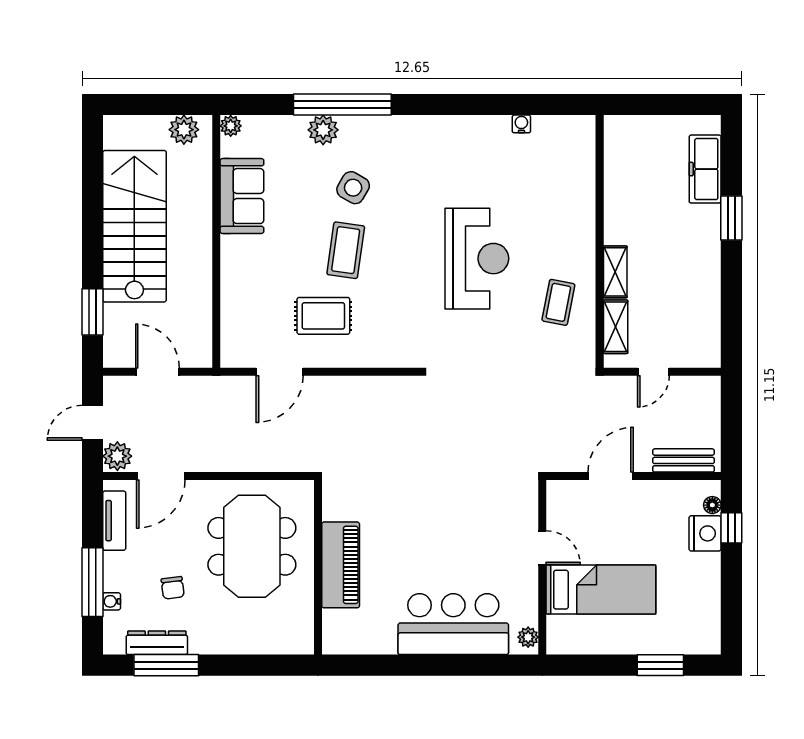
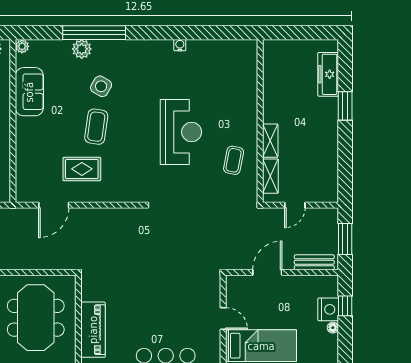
water cooler: (521, 124) -> (180, 45), moved
window: (731, 424) -> (345, 239), added
floor lamp: (712, 505) -> (333, 328), moved

